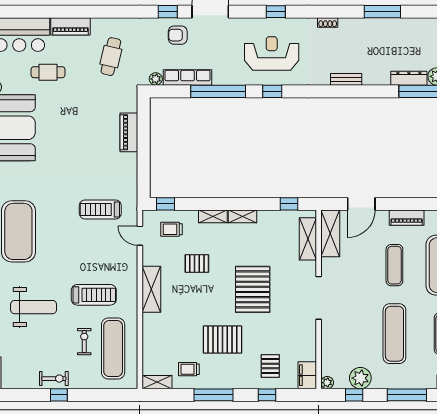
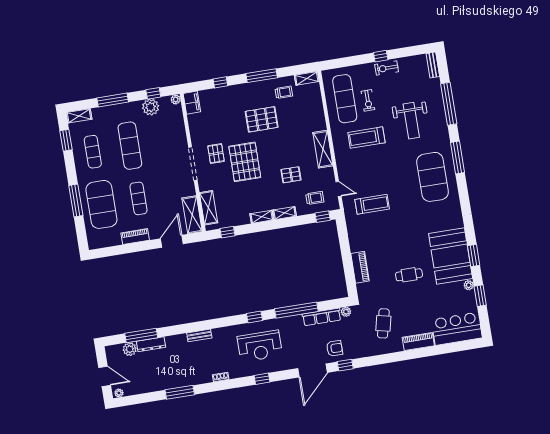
cafe table: (48, 72) -> (409, 275), moved
weight bench: (34, 307) -> (411, 121), turned -90
pallet: (270, 366) -> (216, 154), moved

